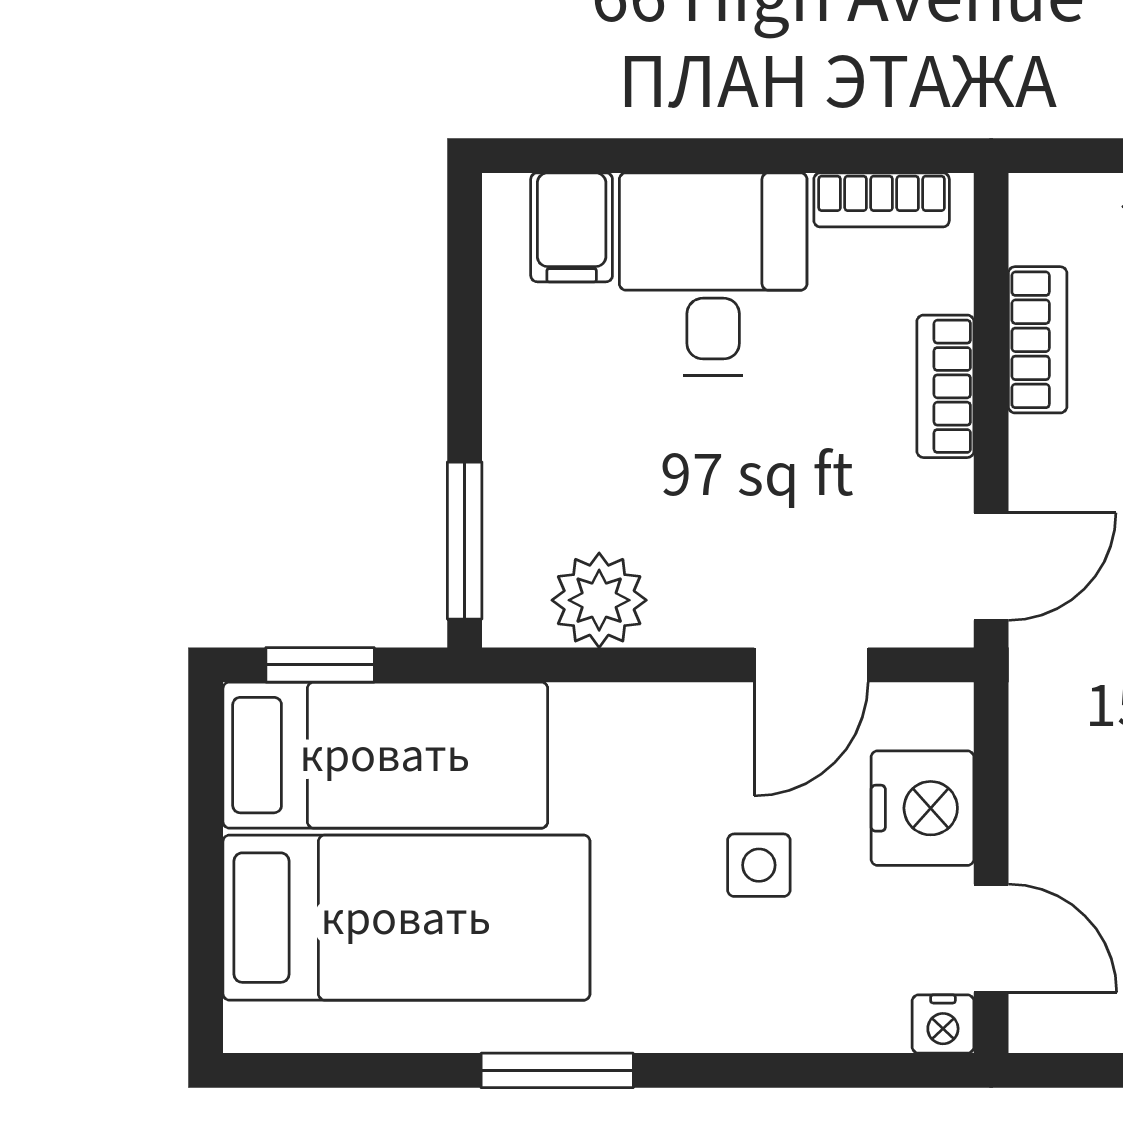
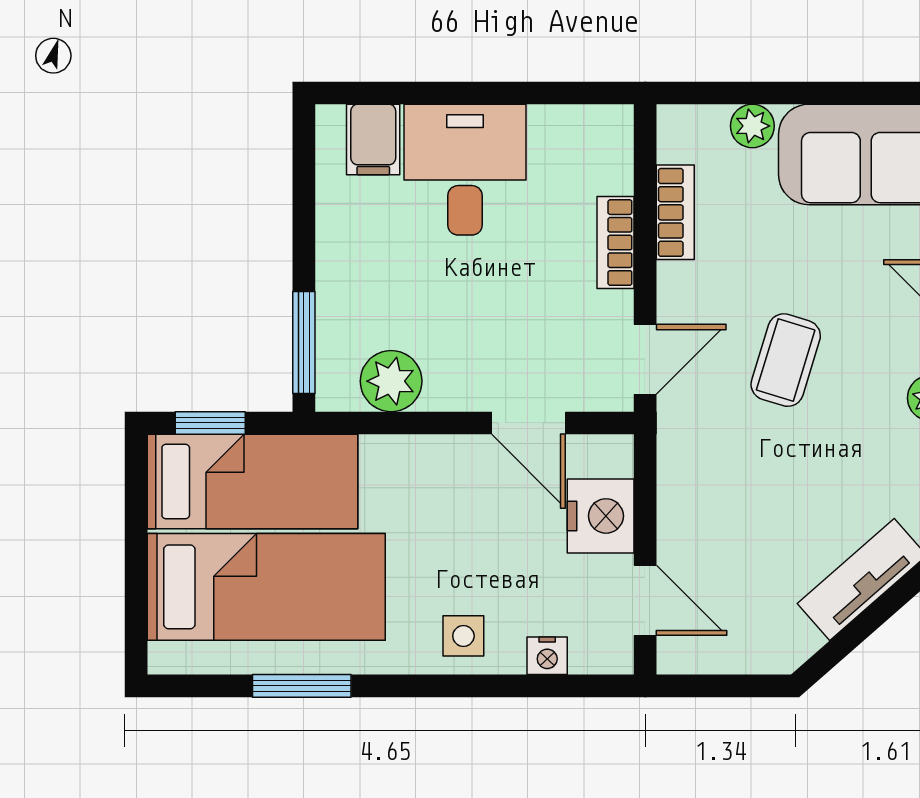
bookcase: (882, 200) -> (574, 122), removed
door: (811, 665) -> (528, 423), hinge flipped
side table: (759, 865) -> (463, 636), moved
nightstand: (943, 1024) -> (547, 656), moved
window: (557, 1070) -> (302, 686), moved

